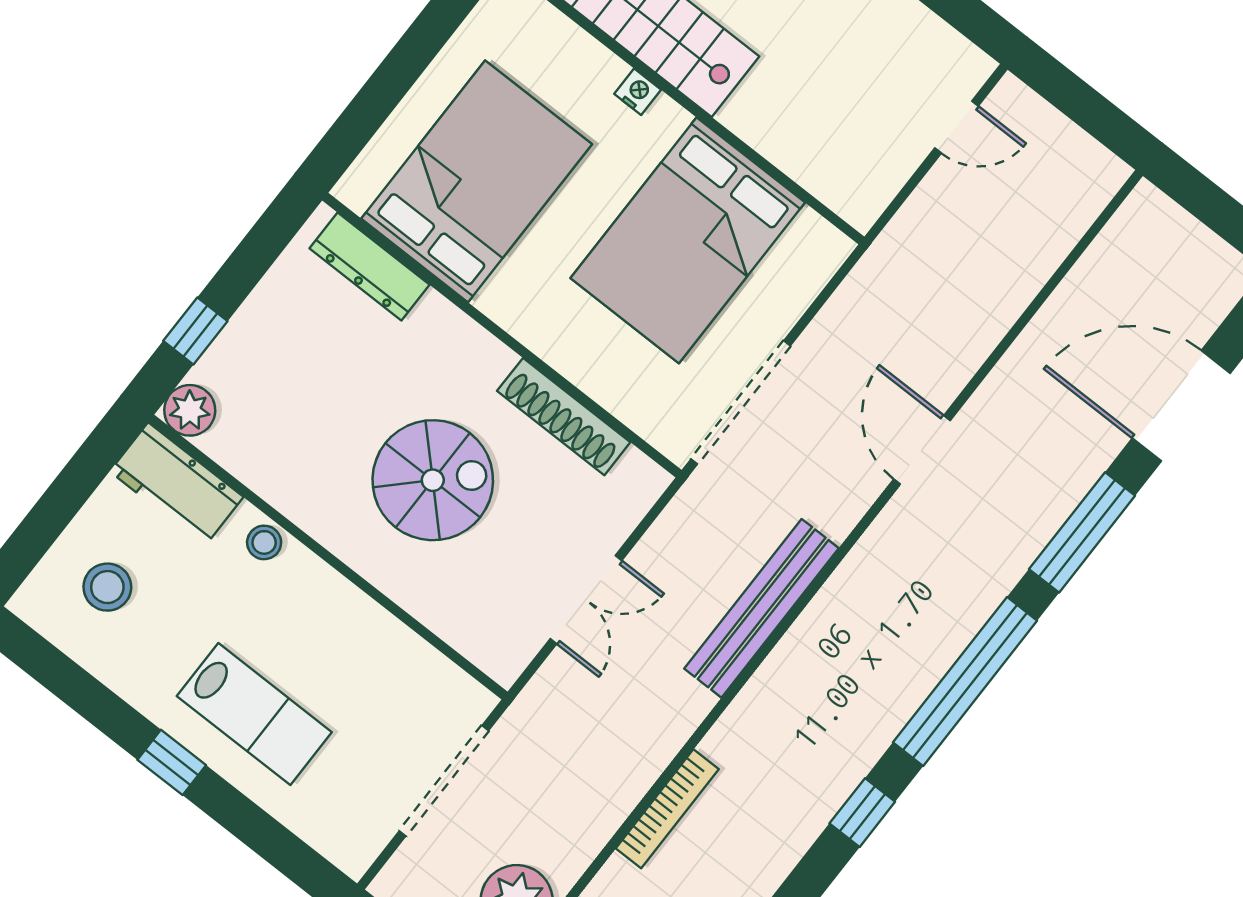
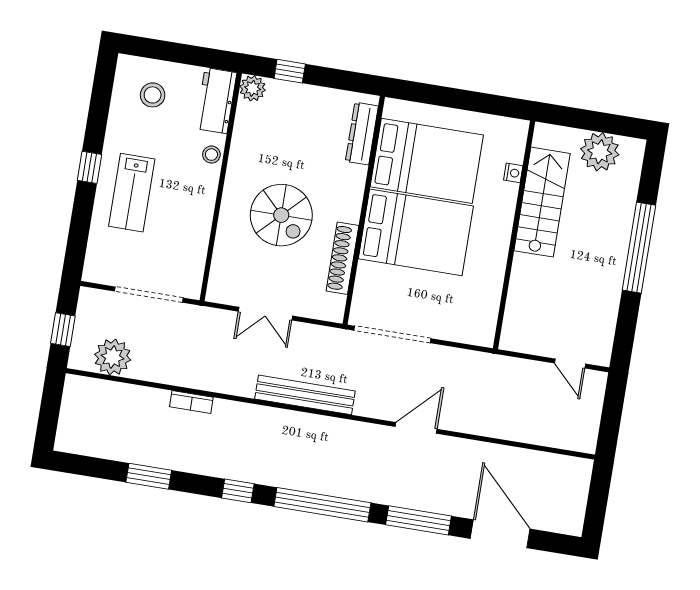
nightstand: (638, 92) -> (513, 173), moved
bed: (688, 240) -> (416, 232), moved, turned 180
bookcase: (667, 809) -> (191, 402), width x0.64

